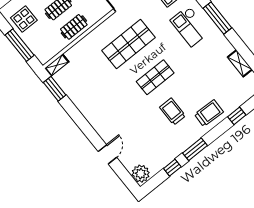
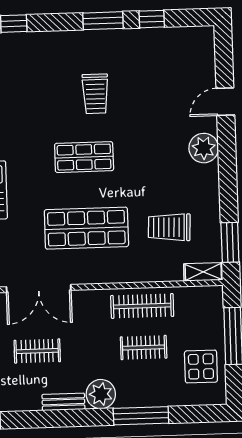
clothes rail: (74, 27) -> (142, 306), width x1.36
trolley: (209, 113) -> (169, 227), moved
plant: (141, 174) -> (204, 148), moved

